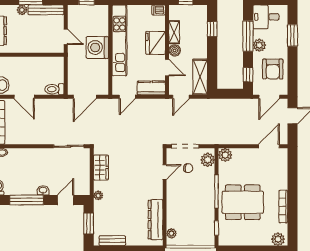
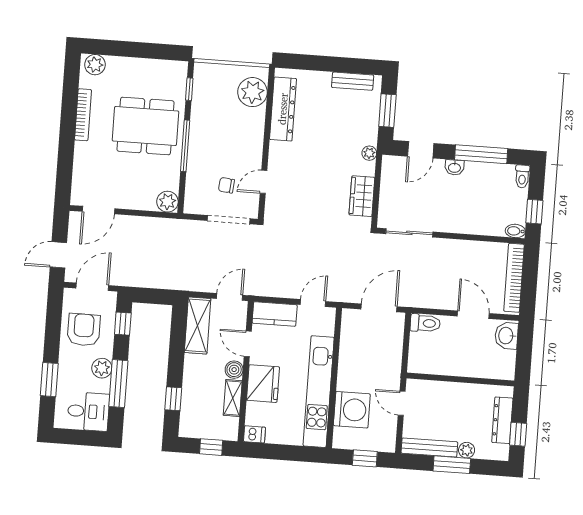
washing machine: (97, 47) -> (352, 410), moved
plant: (208, 160) -> (195, 196), removed
plant: (171, 233) -> (252, 92), width x1.87, depth x1.87

